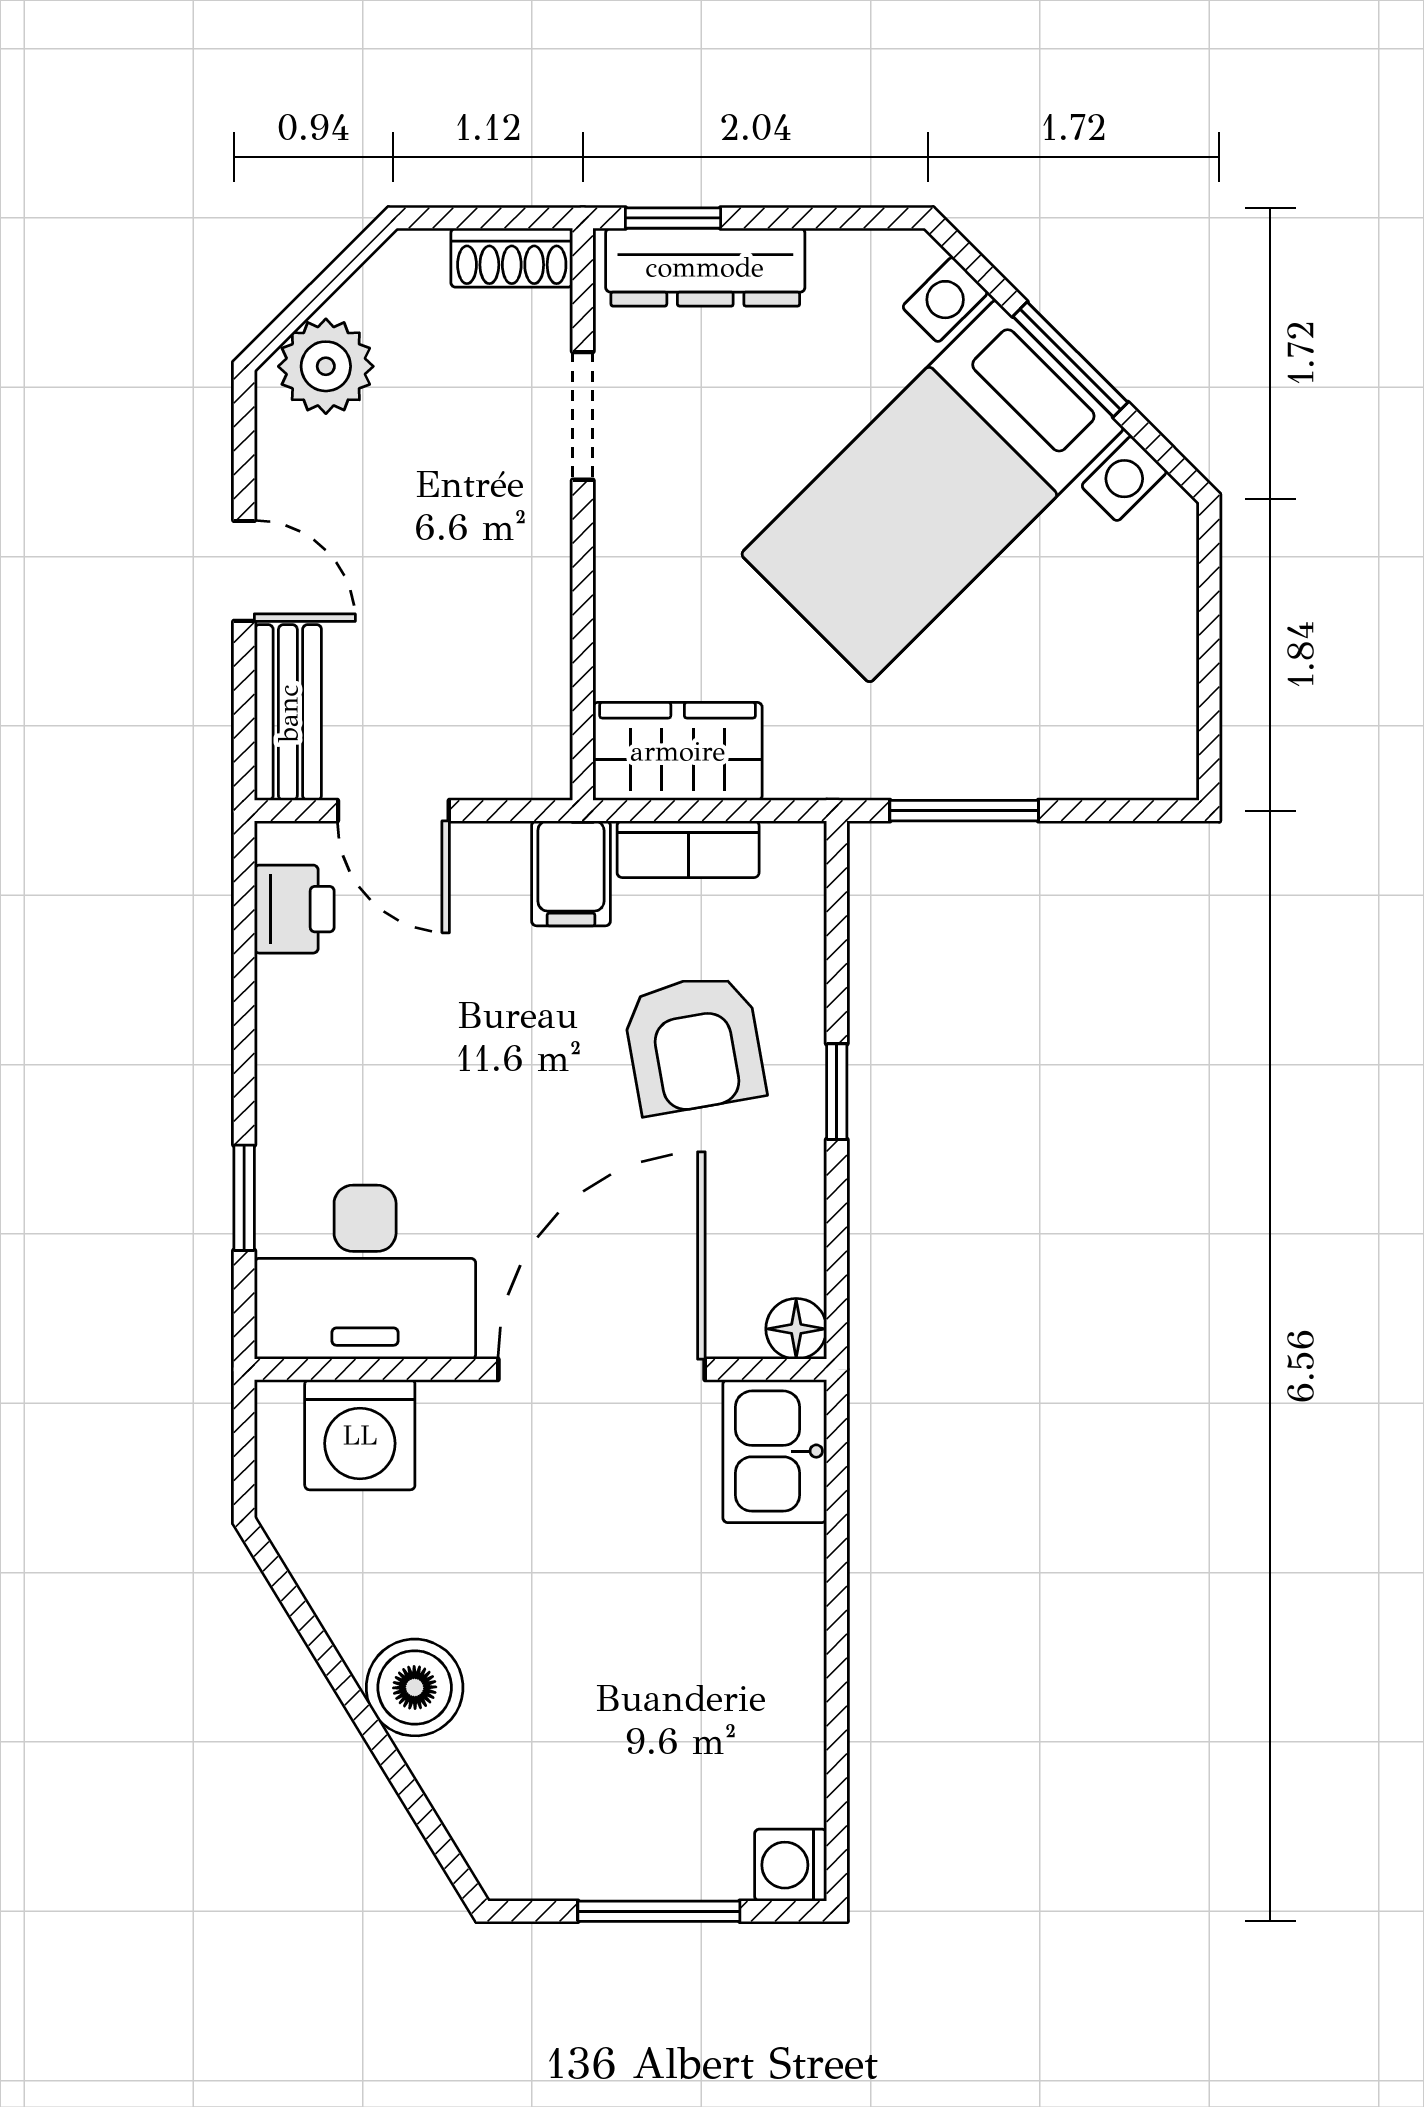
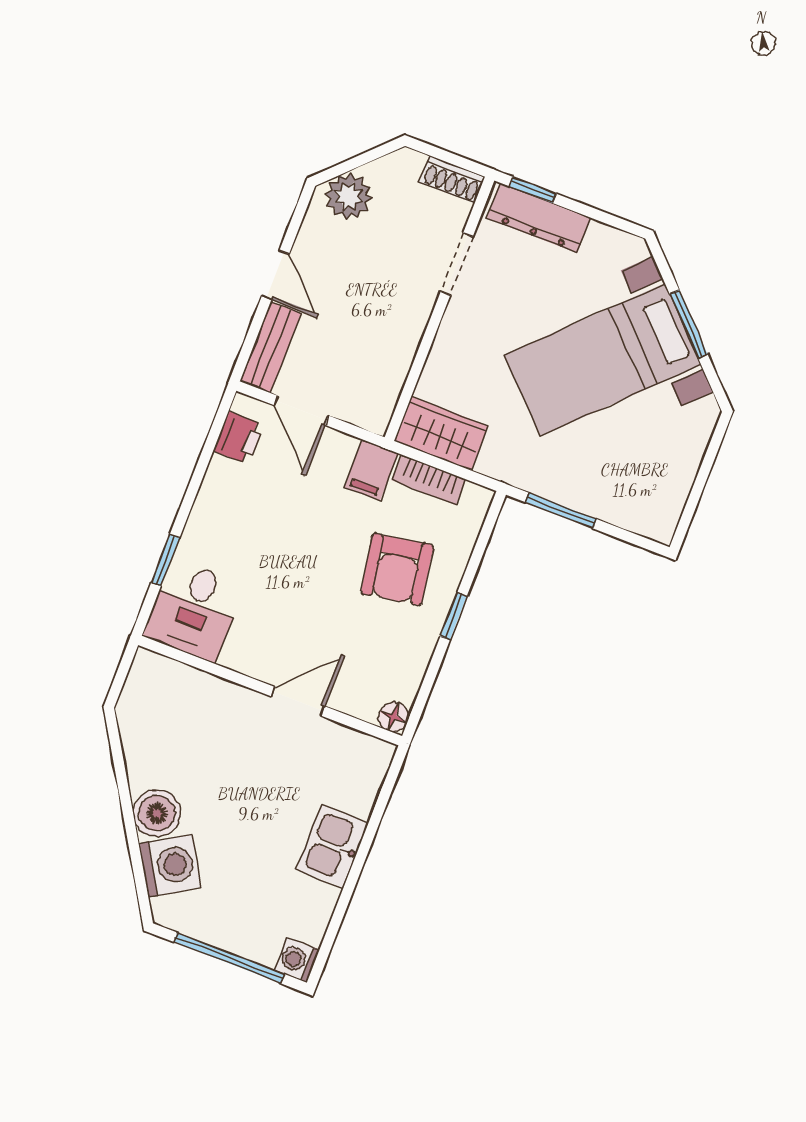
desk: (365, 1272) -> (194, 610), width x0.73
door: (601, 1369) -> (298, 701), width x0.53
washing machine: (360, 1435) -> (170, 866), moved, turned -121
kitchen sink: (775, 1451) -> (332, 846), moved
window: (659, 1911) -> (229, 958), width x1.44

